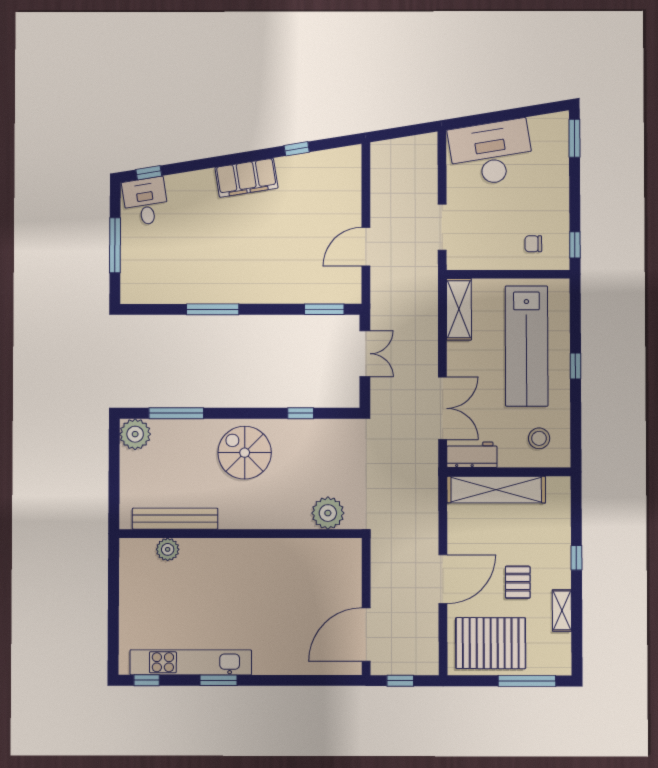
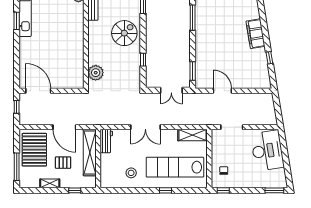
workbench: (472, 455) -> (106, 141), moved
wall: (509, 472) -> (98, 159), moved
shelving: (496, 490) -> (90, 152), moved

